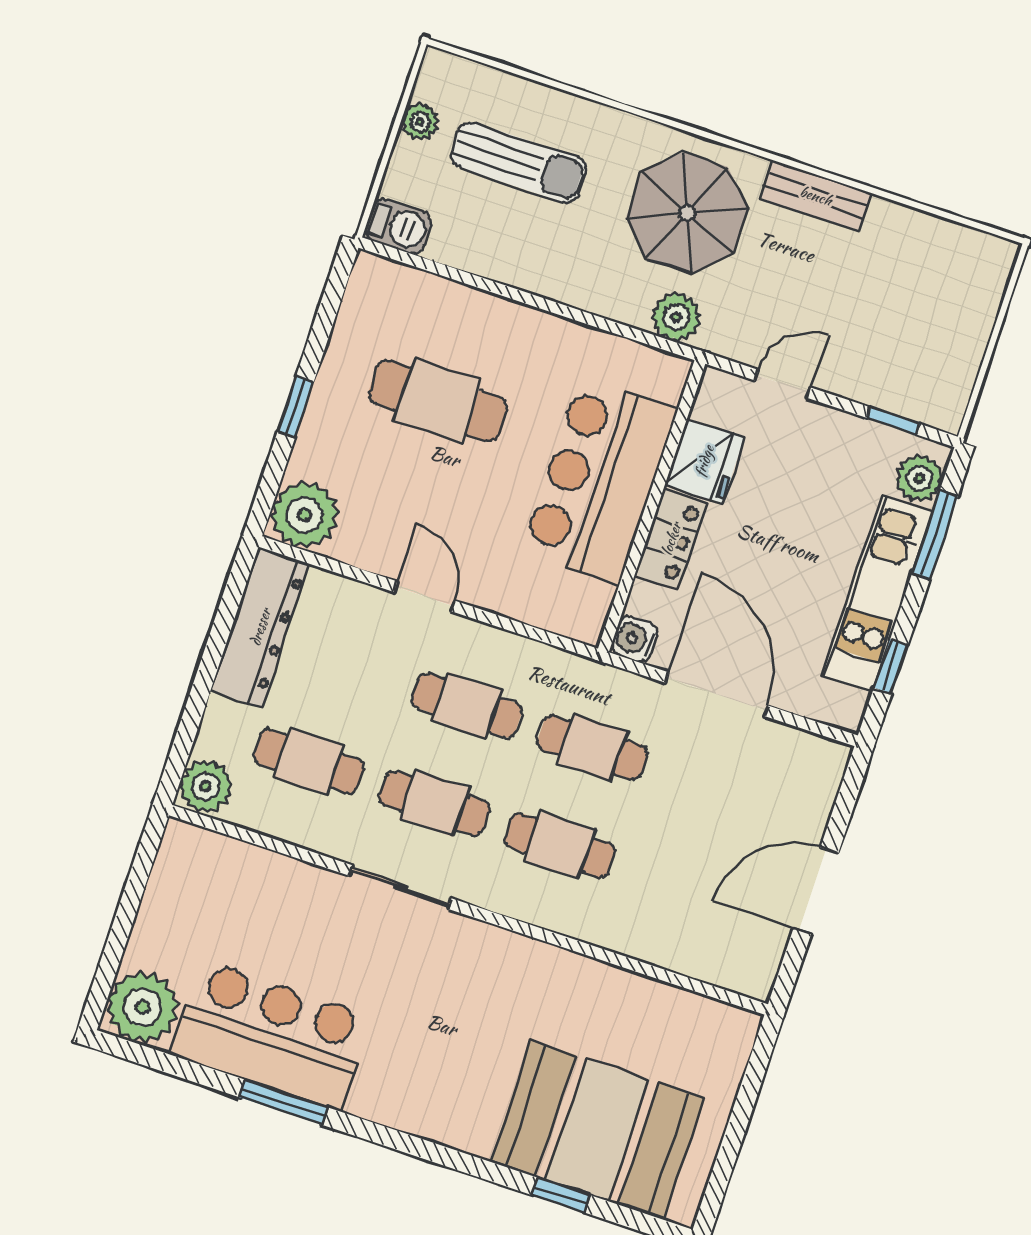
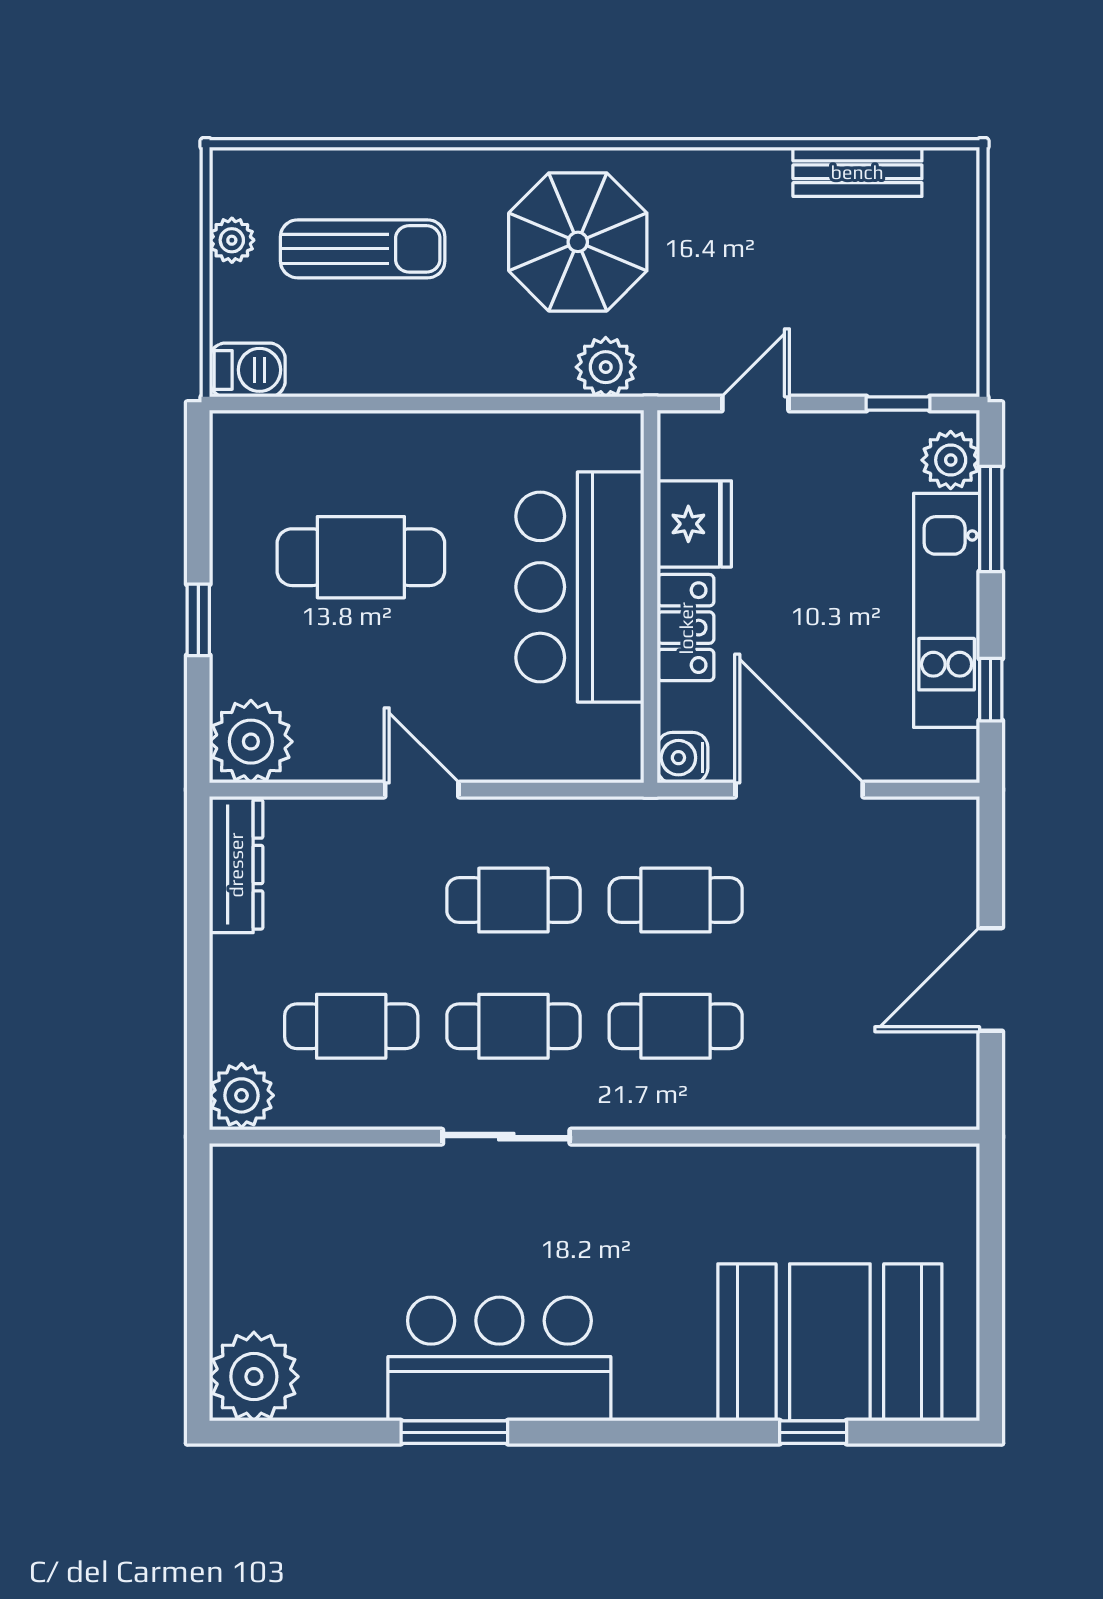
bench: (816, 196) -> (857, 172), moved
dresser: (260, 627) -> (236, 865), width x0.73, depth x0.80
bar counter: (271, 1035) -> (499, 1359), moved

